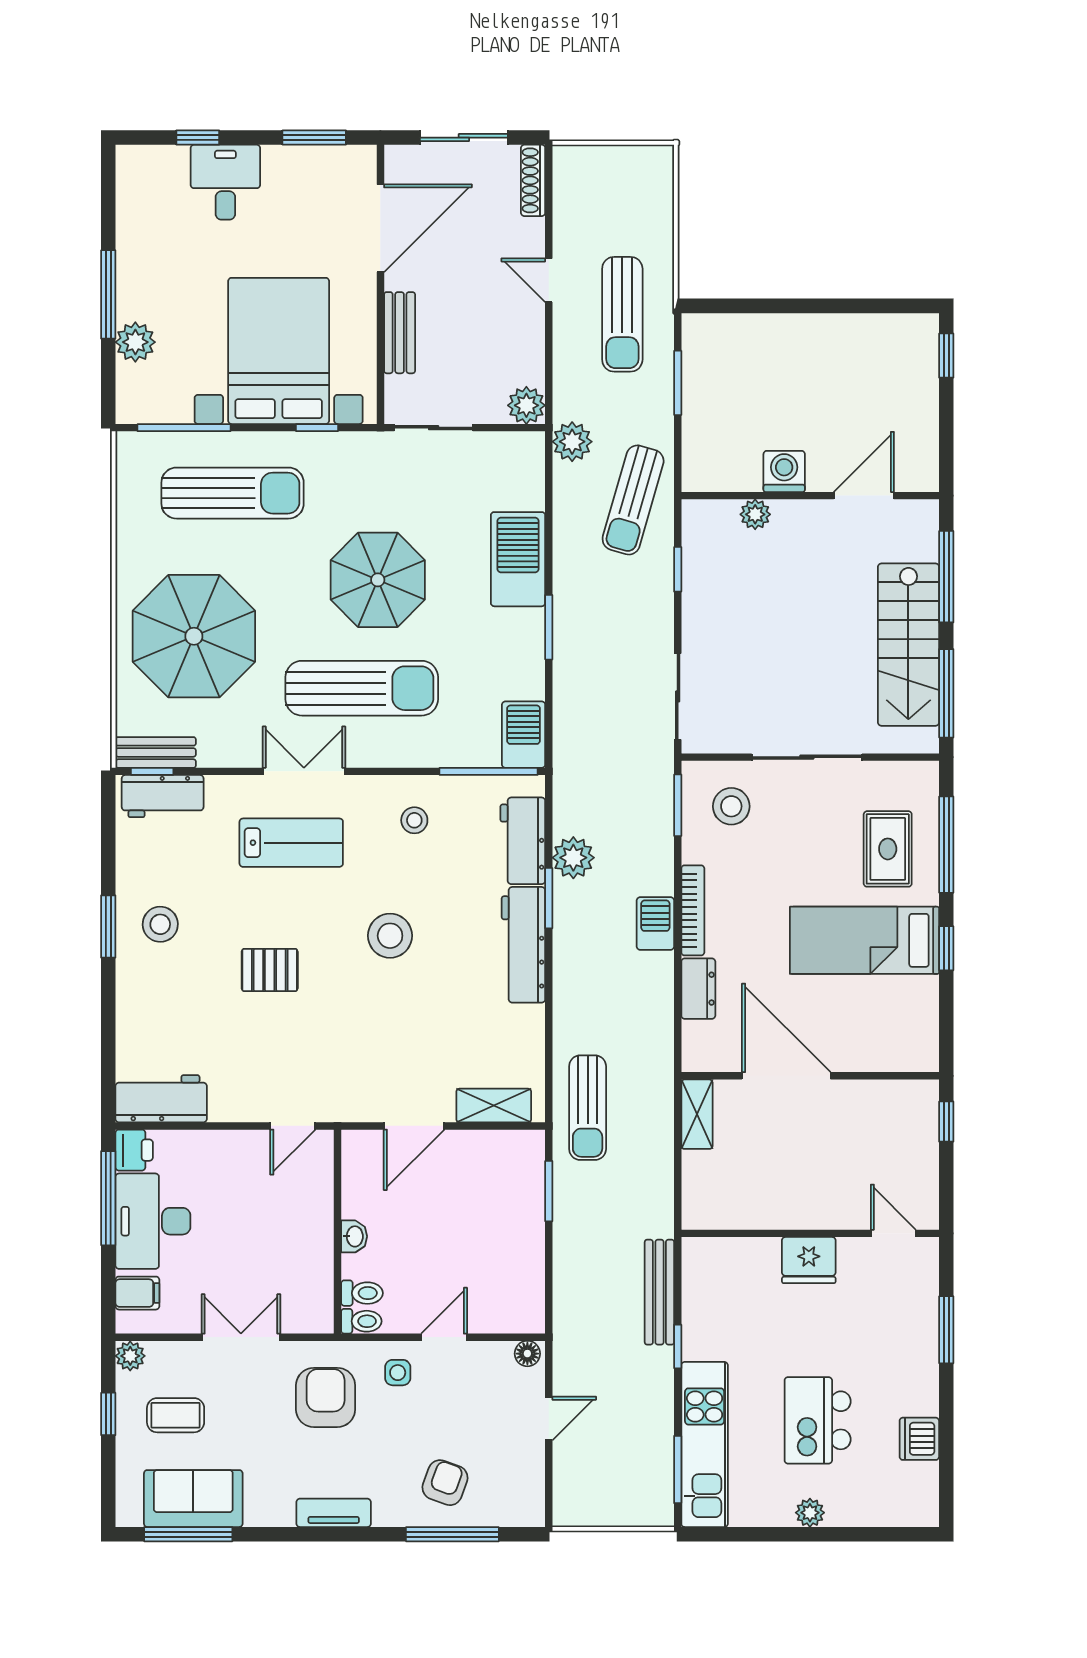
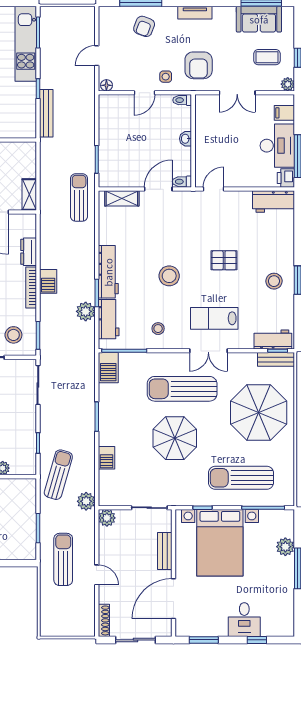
barbecue: (518, 559) -> (106, 458), width x0.53, depth x0.65
toilet: (362, 1293) -> (182, 182), moved

